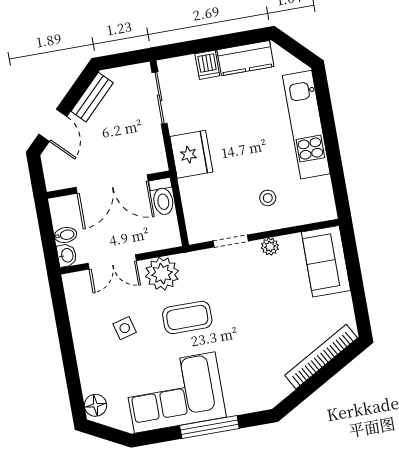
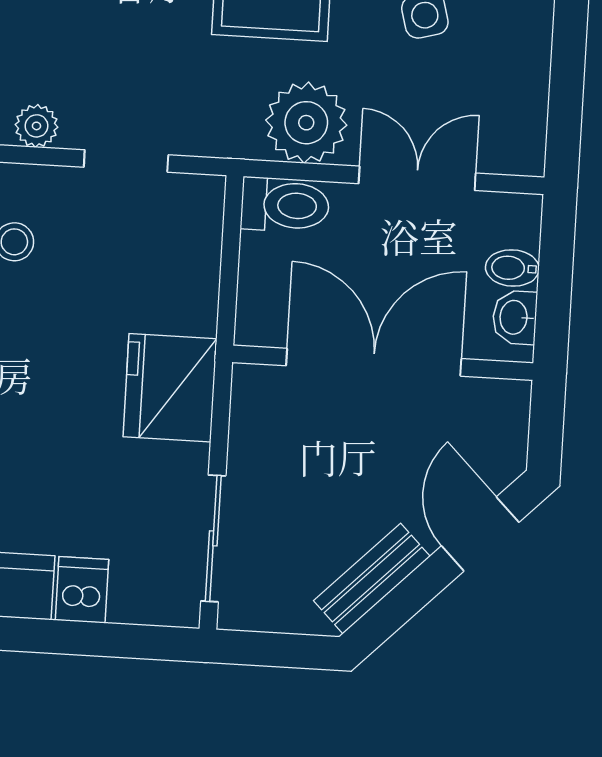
toilet: (162, 197) -> (285, 205), moved, turned 90
washbasin: (67, 255) -> (515, 317), moved

